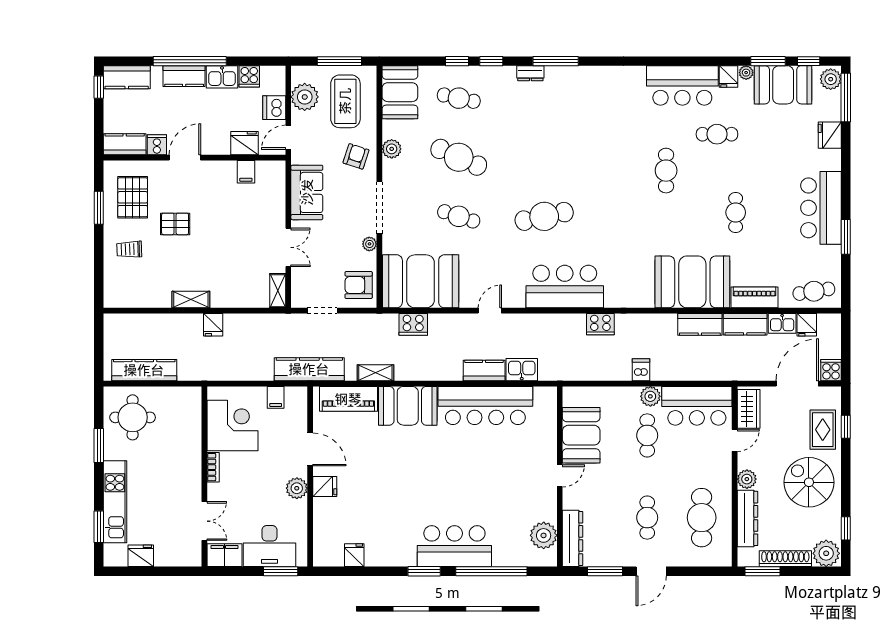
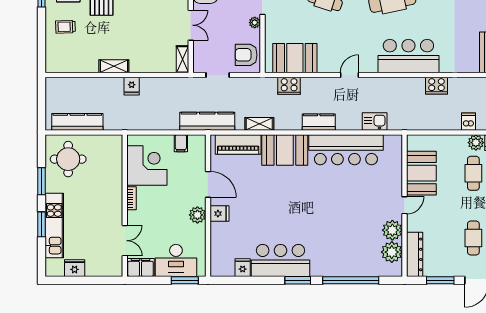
booth: (421, 281) -> (295, 58), width x0.73, depth x0.70
kitchen counter: (484, 370) -> (319, 122), moved
plant: (544, 508) -> (392, 230), added
window: (99, 527) -> (42, 224), moved
bar counter: (454, 546) -> (281, 260), moved

